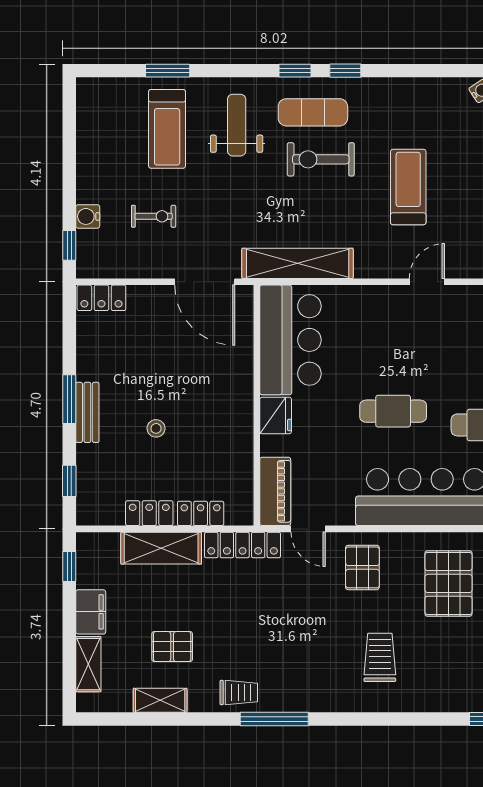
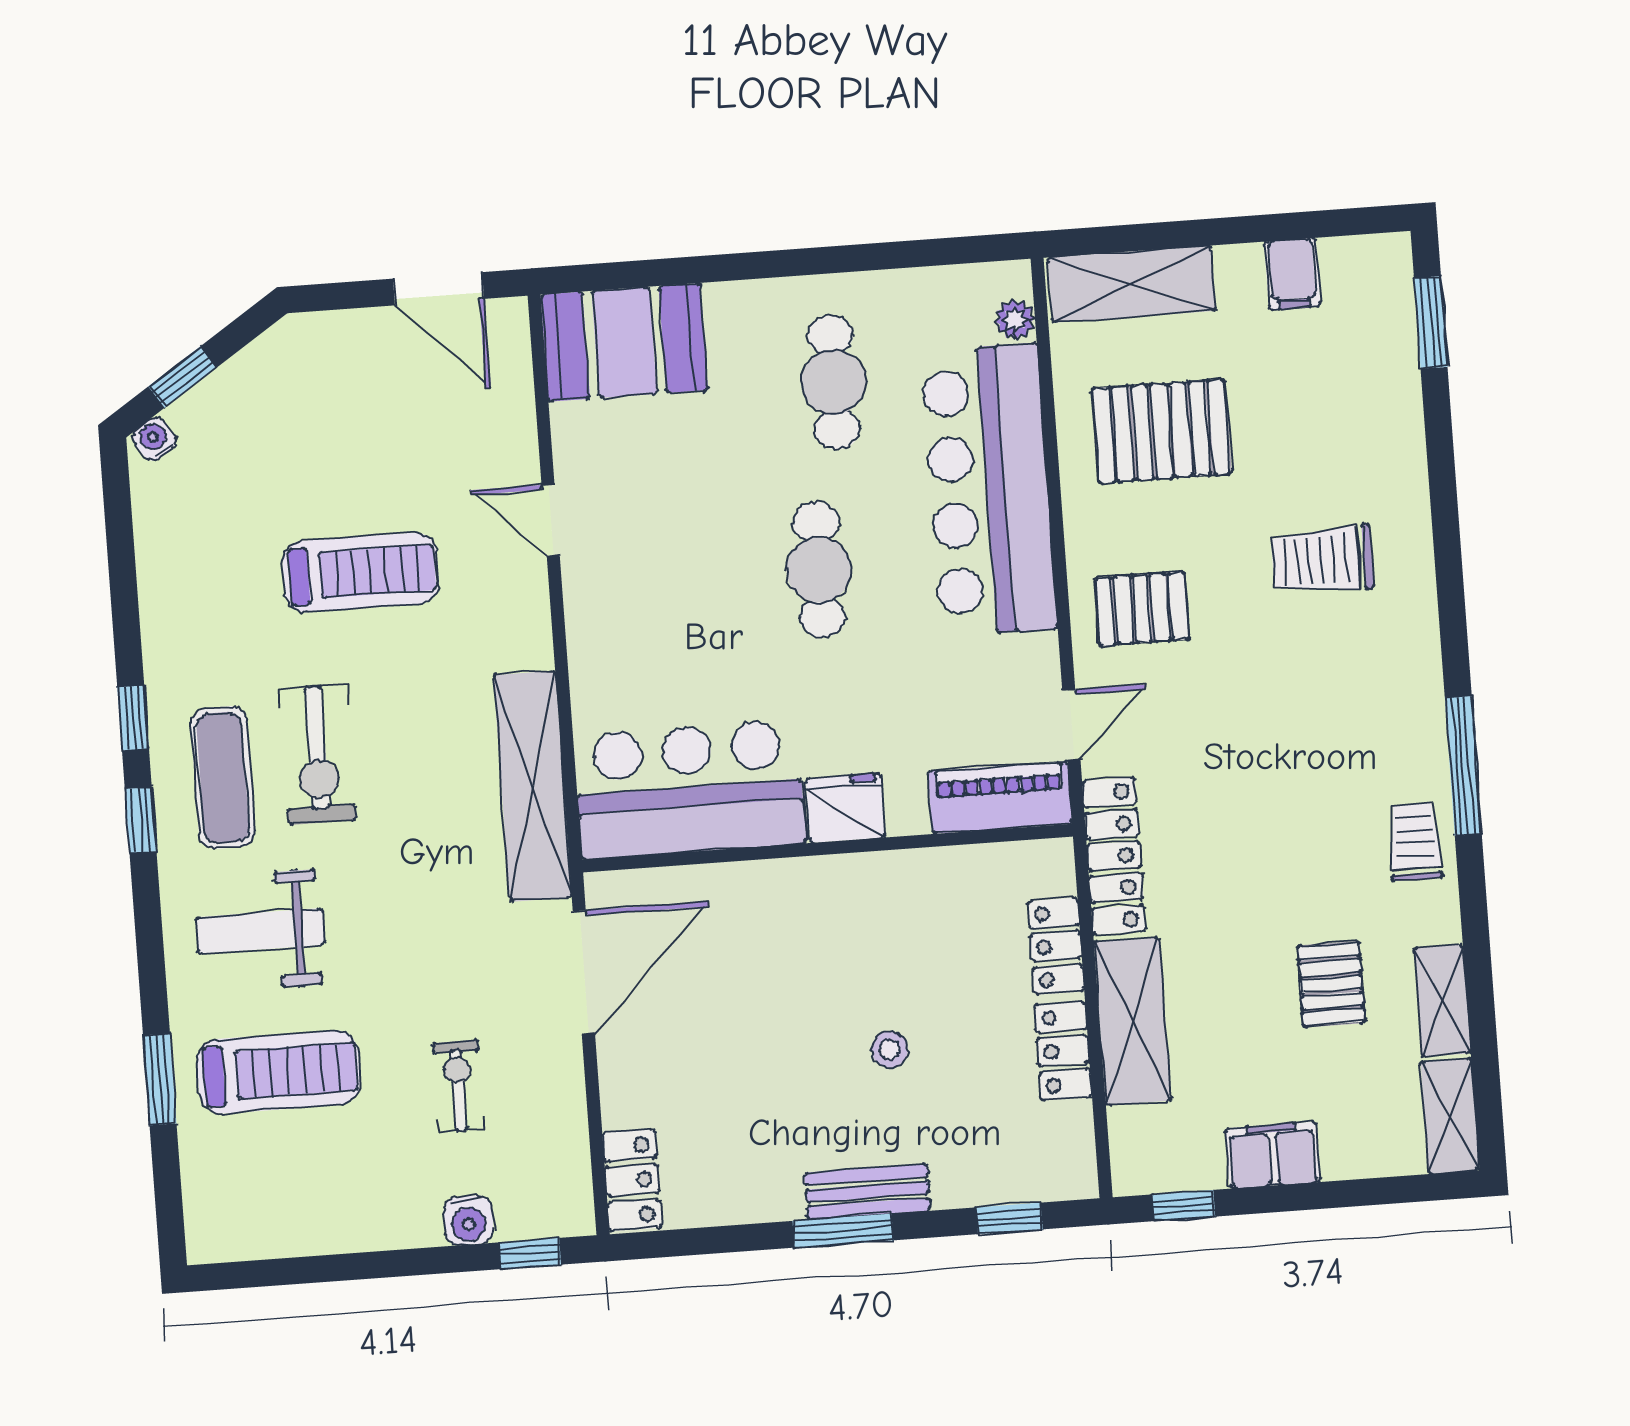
treadmill: (408, 187) -> (361, 572), turned 180
shelving: (88, 664) -> (1450, 1116), moved, turned 90

